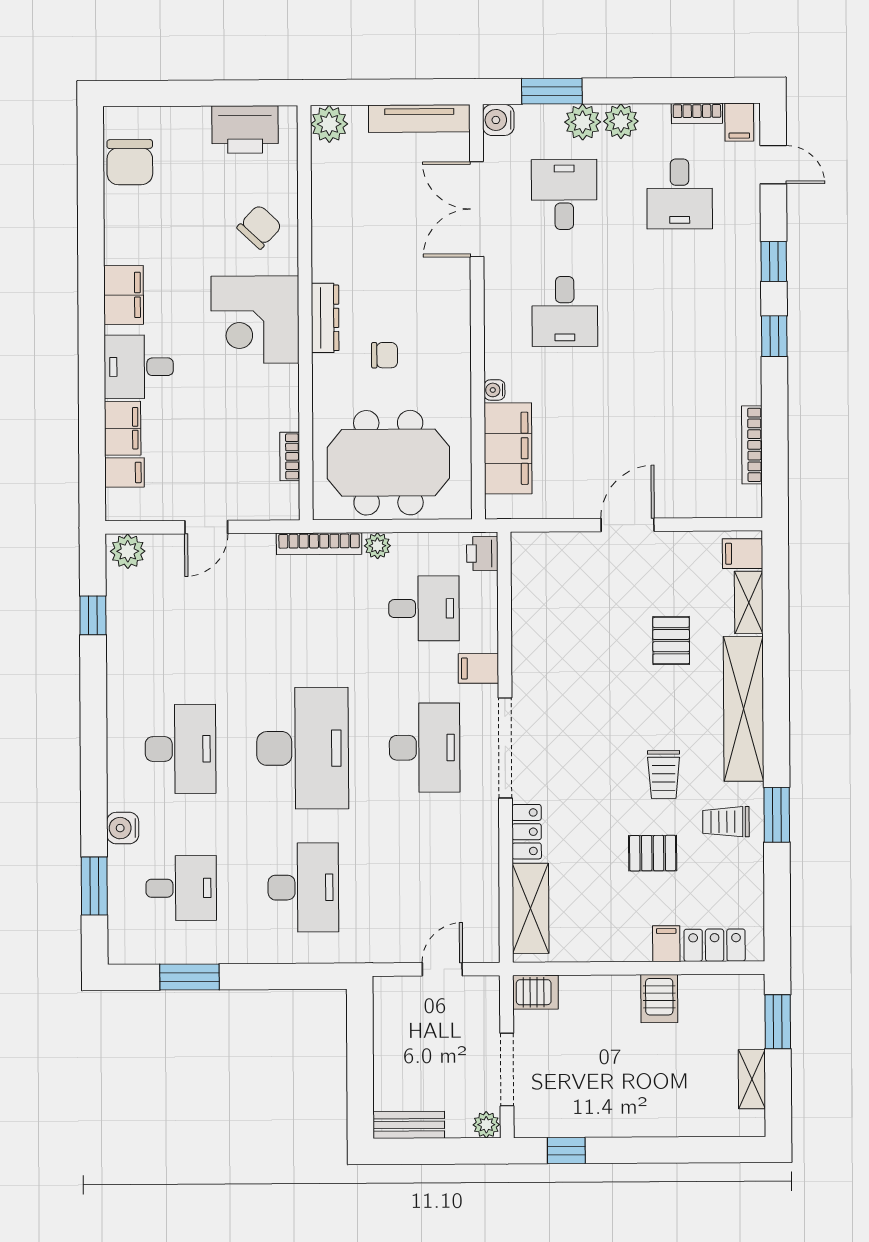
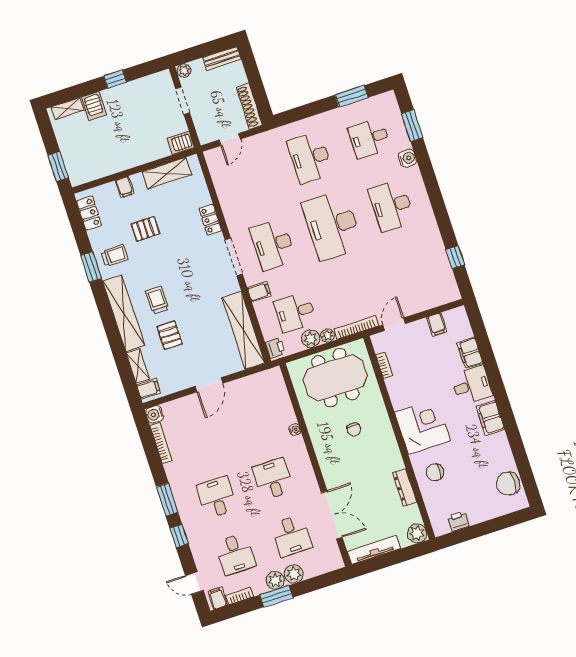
window: (552, 91) -> (276, 596), moved
water cooler: (498, 120) -> (155, 414), moved, turned 180
printer: (245, 129) -> (458, 521), width x0.53, depth x0.68
chair: (130, 162) -> (508, 484), turned -90
desk: (680, 194) -> (235, 554), turned 180
chair: (259, 227) -> (435, 472), turned 47
desk: (680, 311) -> (217, 497), added
dresser: (325, 318) -> (405, 487), moved
window: (774, 336) -> (167, 500), width x1.50
chair: (384, 355) -> (354, 429), turned -90
filing cabinet: (508, 448) -> (279, 403), removed
filing cabinet: (125, 472) -> (437, 324), moved, turned -90
door: (206, 527) -> (394, 324), moved
plant: (128, 551) -> (311, 339), moved
shelving: (531, 606) -> (243, 330), added
doorway: (505, 748) -> (234, 257), width x0.73
trolley: (664, 774) -> (157, 300), moved
shelving: (530, 908) -> (167, 173), moved, turned 90
locker: (715, 945) -> (89, 213), moved, turned -90
server rack: (659, 999) -> (94, 106), moved, turned 180
shoe rack: (386, 1019) -> (249, 106), added
doorway: (507, 1070) -> (183, 101), width x0.73
shelving: (752, 1079) -> (68, 109), moved, turned 90
window: (566, 1150) -> (115, 79), moved

